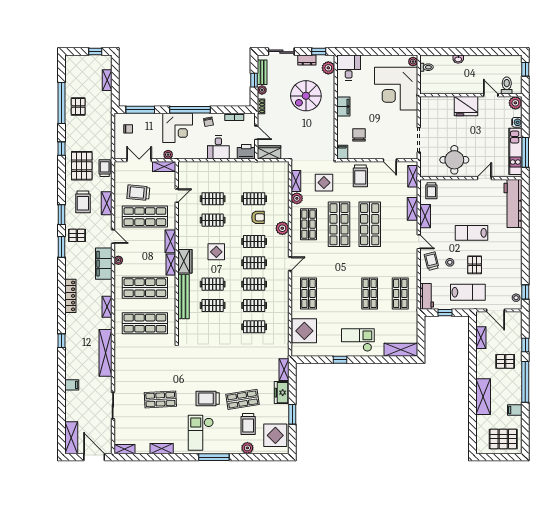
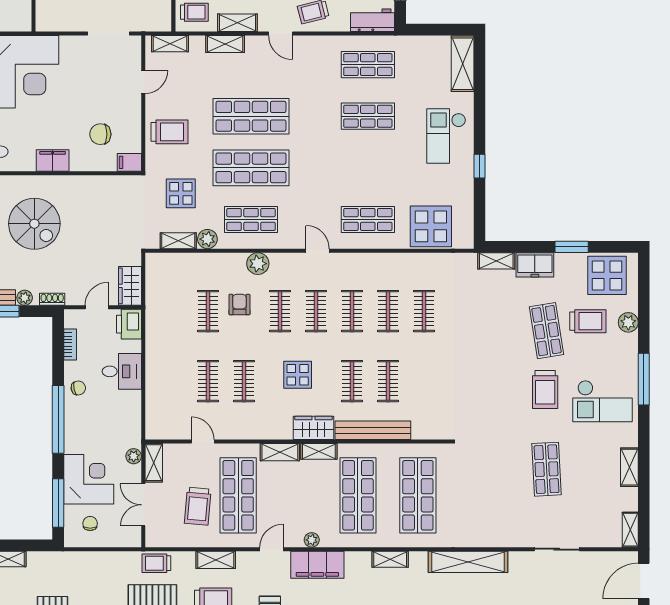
corner desk: (178, 128) -> (89, 479), moved
door: (419, 242) -> (281, 33), swing flipped

